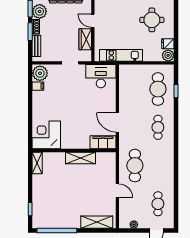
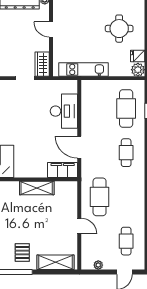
wardrobe: (85, 39) -> (42, 64), moved
desk: (101, 76) -> (64, 111), moved, turned 90
pallet: (68, 214) -> (22, 253), added

